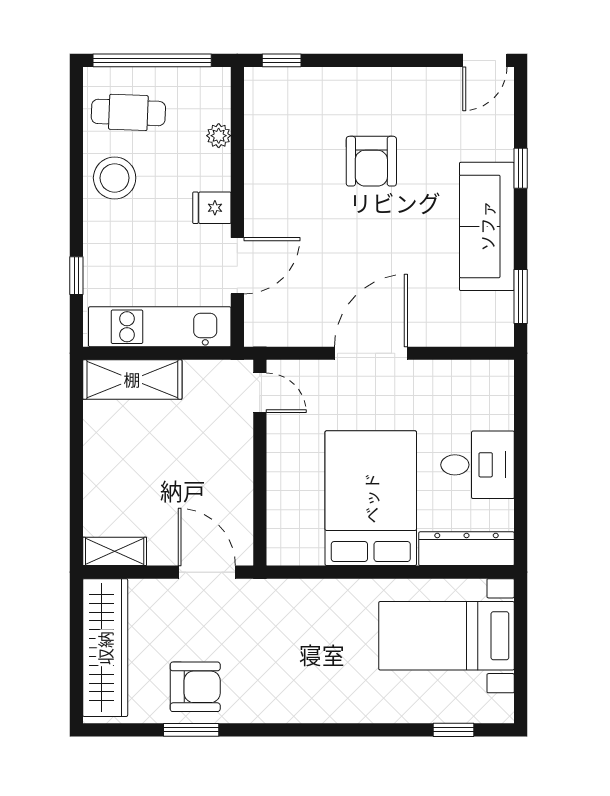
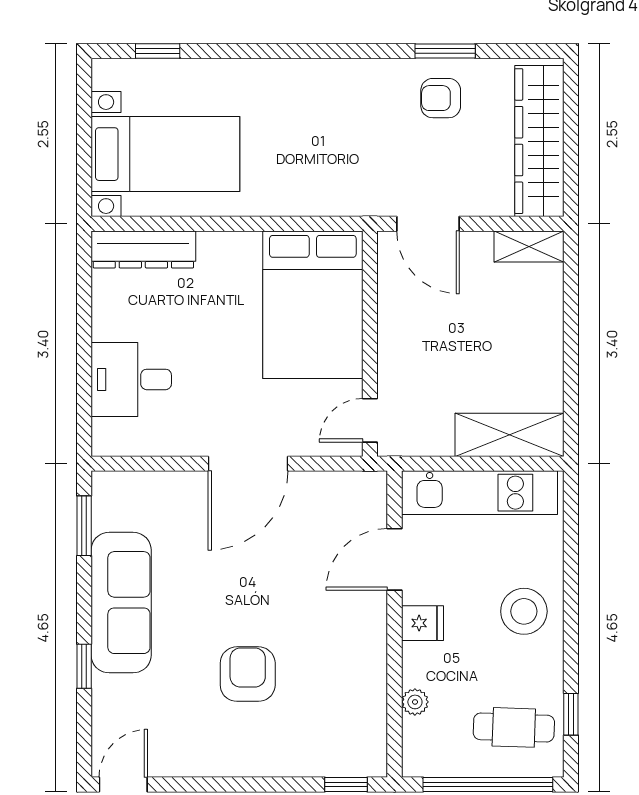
stool: (115, 178) -> (524, 611), moved
window: (76, 276) -> (571, 714), moved
door: (260, 393) -> (370, 420), hinge flipped
desk: (478, 465) -> (131, 379), moved
bed: (371, 498) -> (313, 305), moved
armchair: (195, 687) -> (441, 98), width x0.72, depth x0.72

